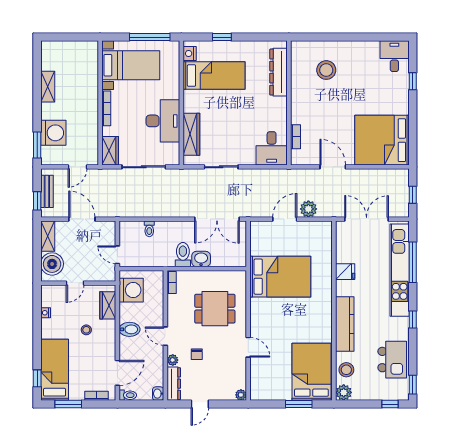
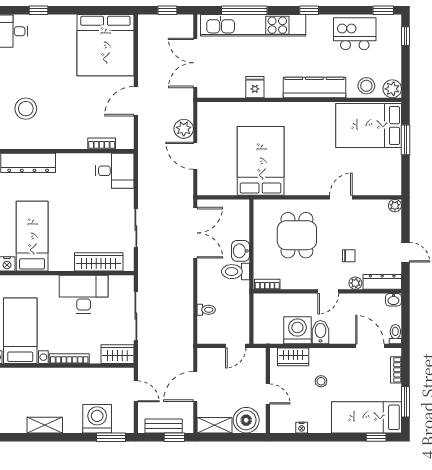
washing machine: (131, 290) -> (297, 330), moved

